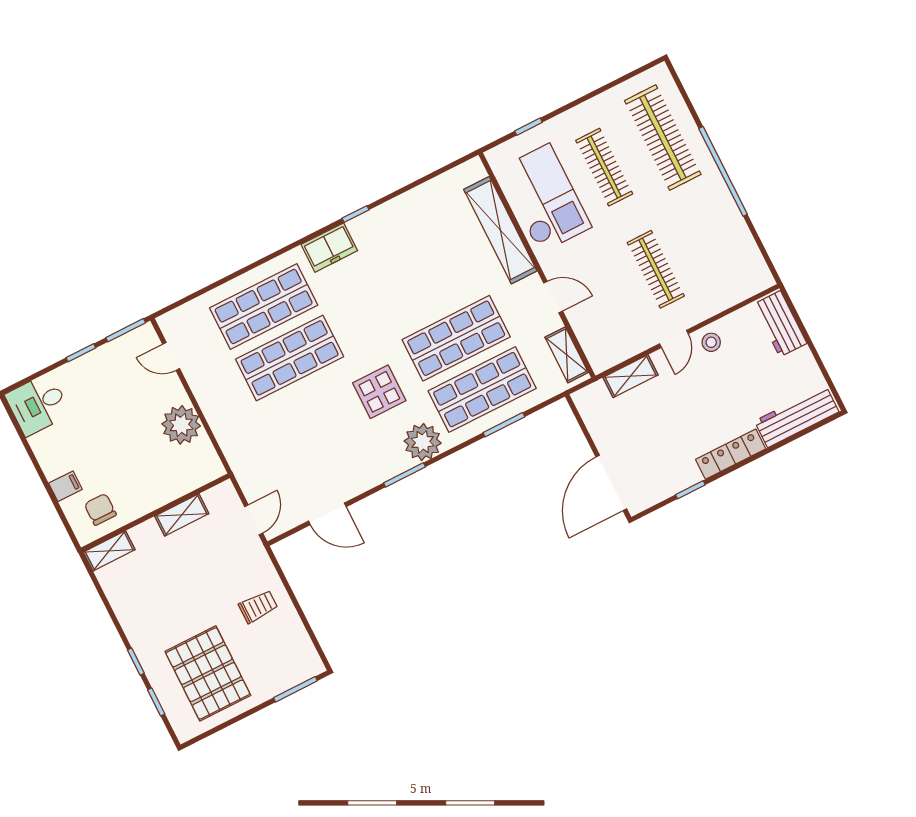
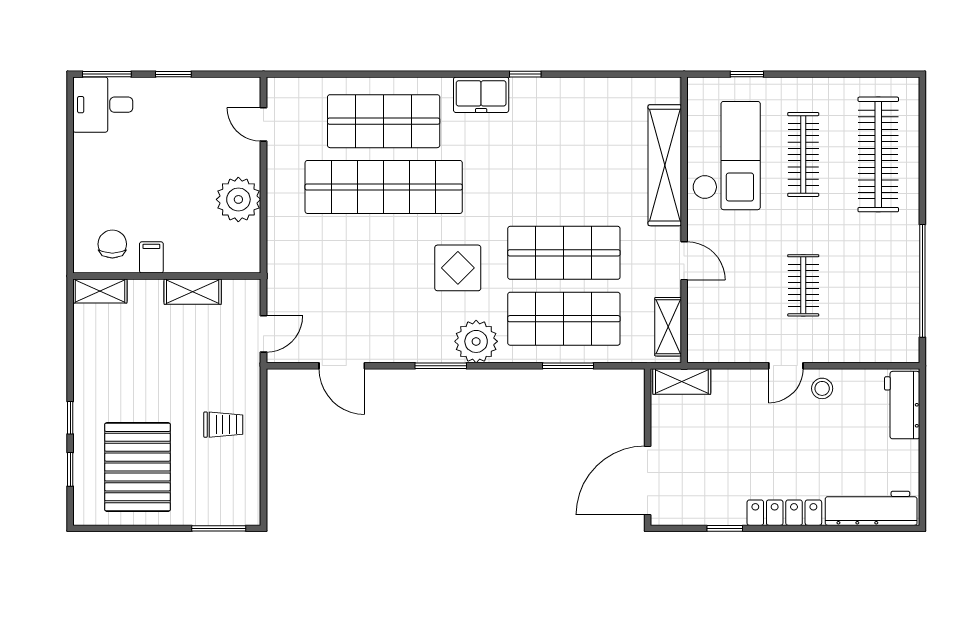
window: (723, 171) -> (922, 281), moved
clothes rail: (656, 269) -> (803, 285), width x0.73
window: (126, 330) -> (107, 74), moved
shop shelf: (290, 358) -> (384, 187), width x1.40
shelving: (631, 376) -> (682, 381), moved
filing cabinet: (65, 486) -> (151, 257), moved, turned -90

